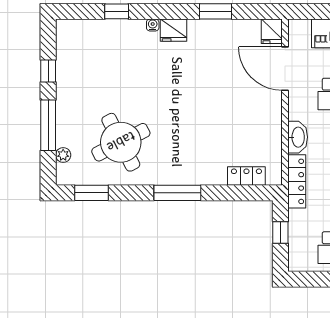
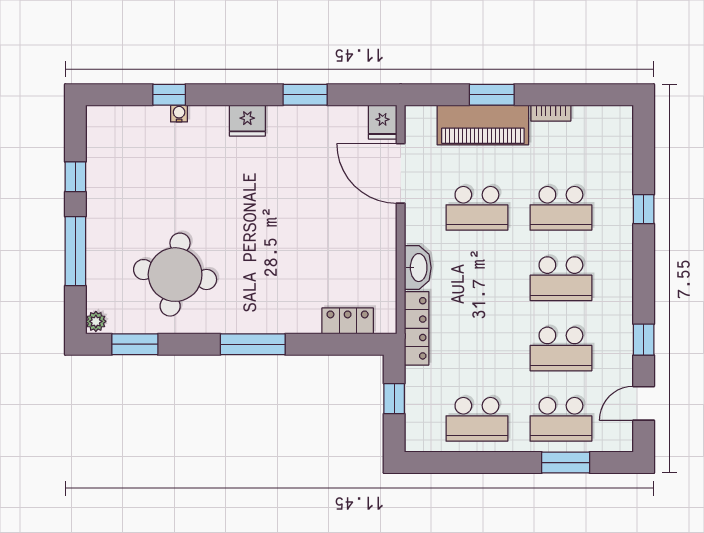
water cooler: (153, 25) -> (179, 113), moved
round table: (121, 142) -> (175, 275), turned 36
plant: (63, 155) -> (96, 321), moved

